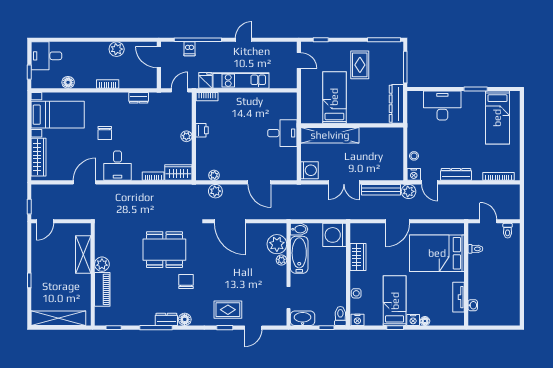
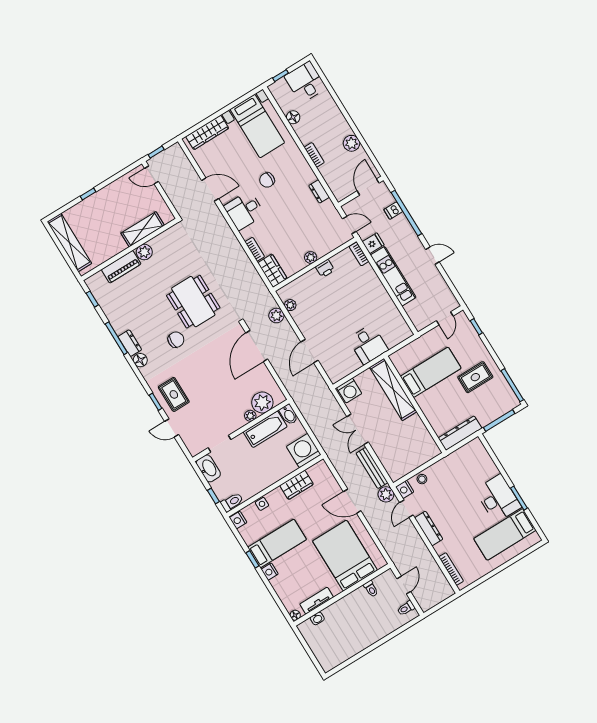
desk: (442, 106) -> (498, 498), moved
floor lamp: (425, 321) -> (295, 615), moved

